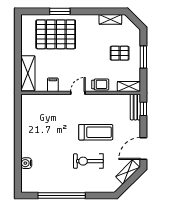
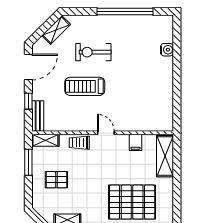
window: (143, 57) -> (28, 162), moved
door: (78, 93) -> (106, 133), swing flipped
window: (143, 109) -> (28, 101), moved
exercise bike: (88, 161) -> (93, 52), turned 180
shelving: (128, 172) -> (56, 30), moved

